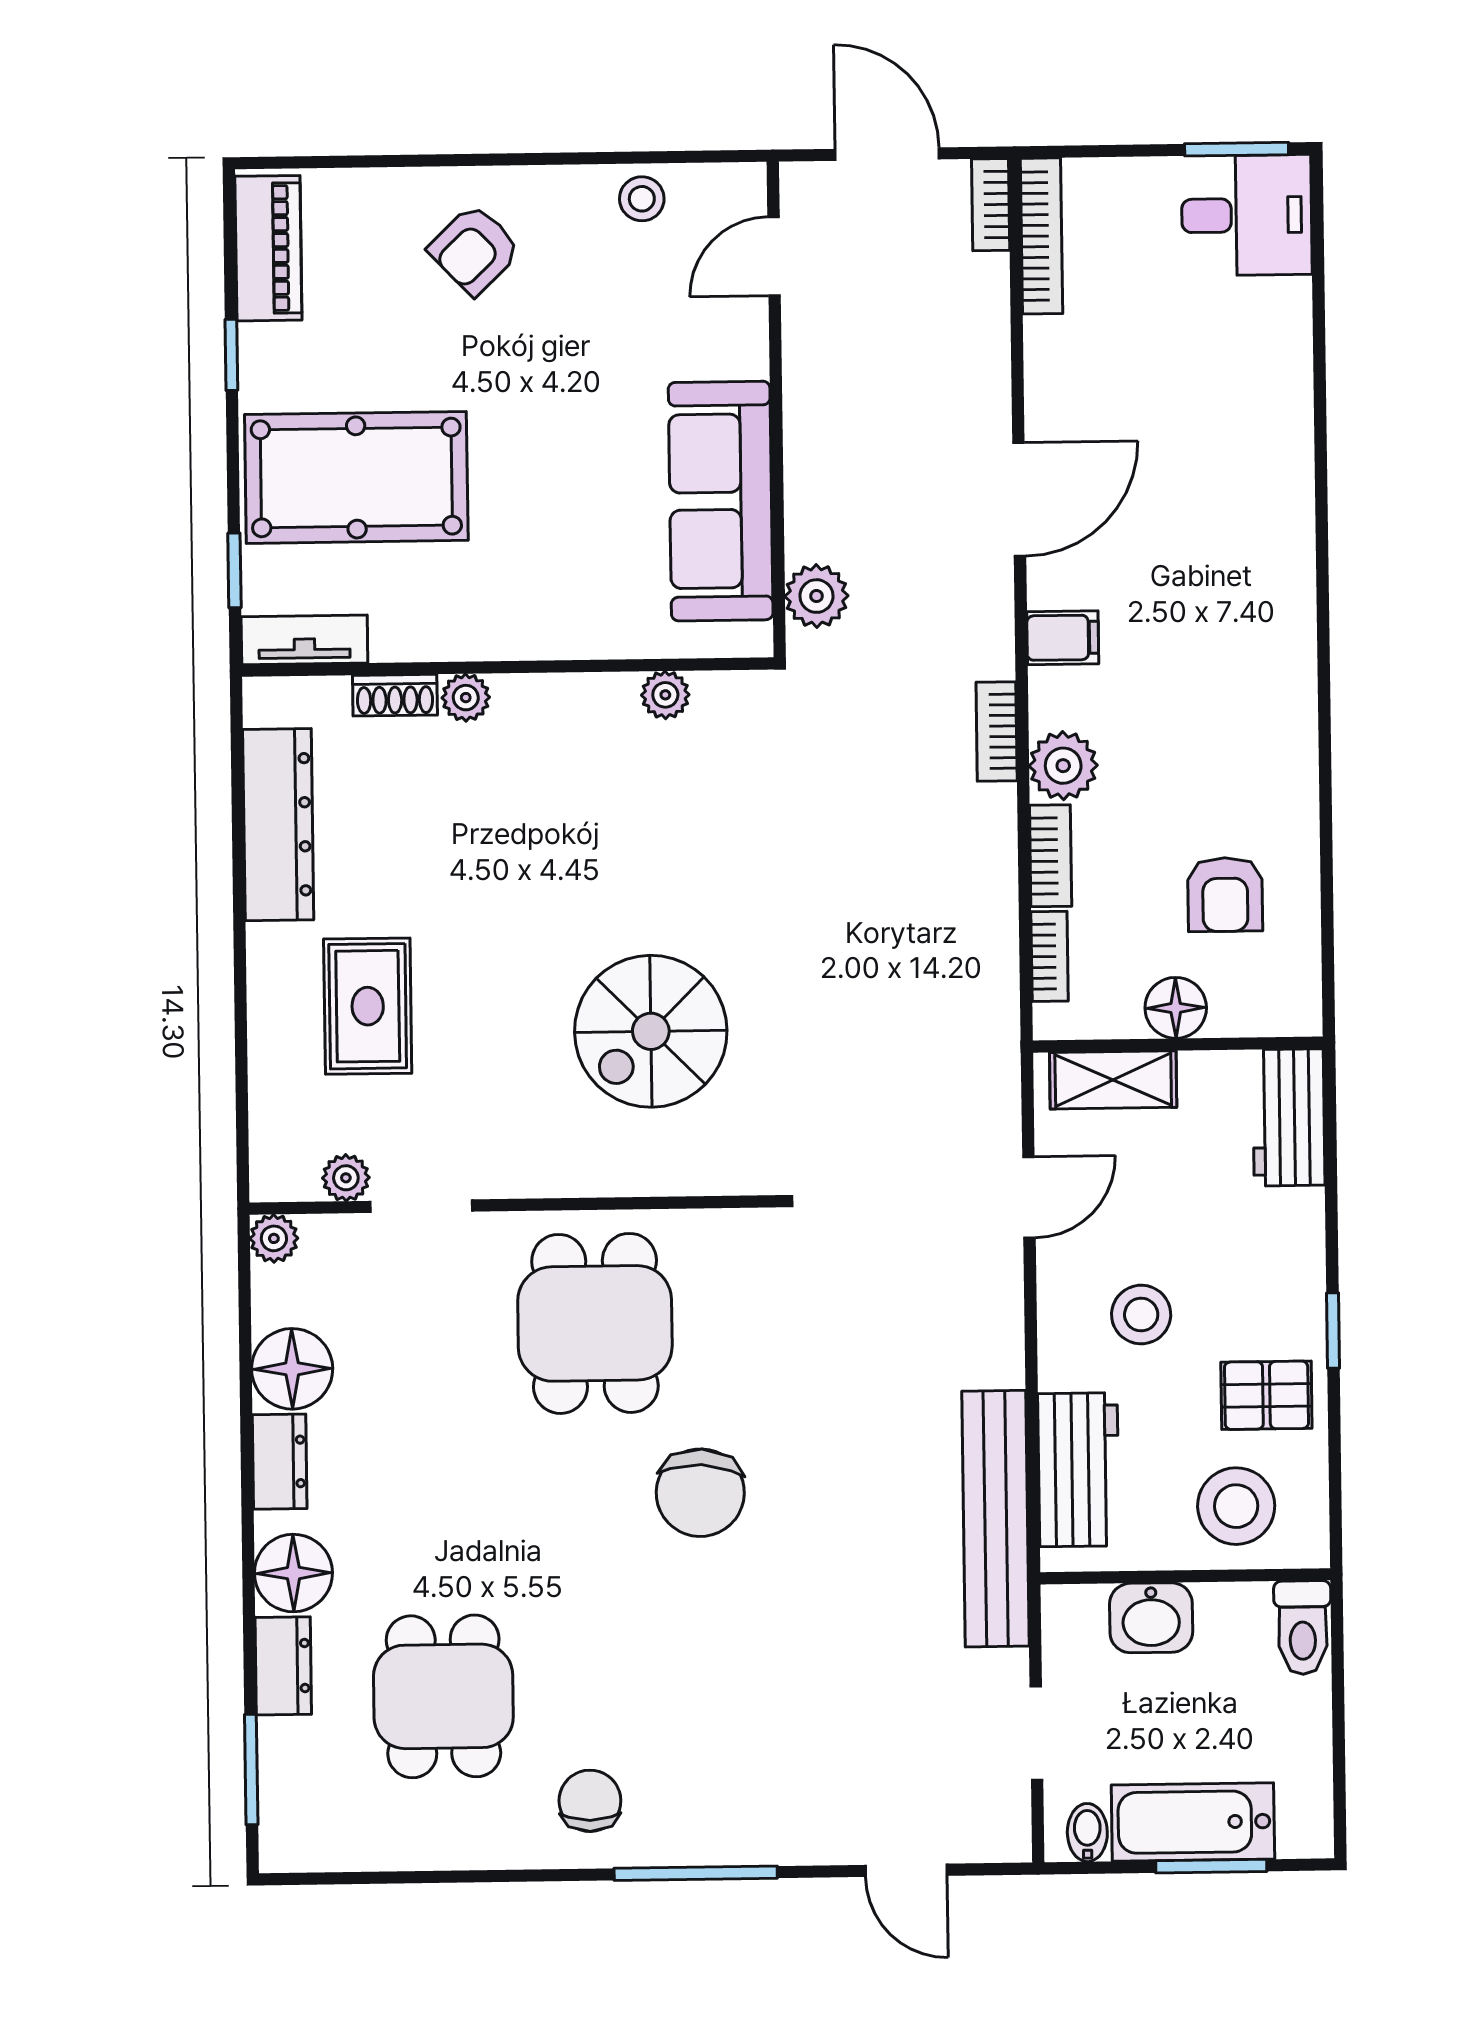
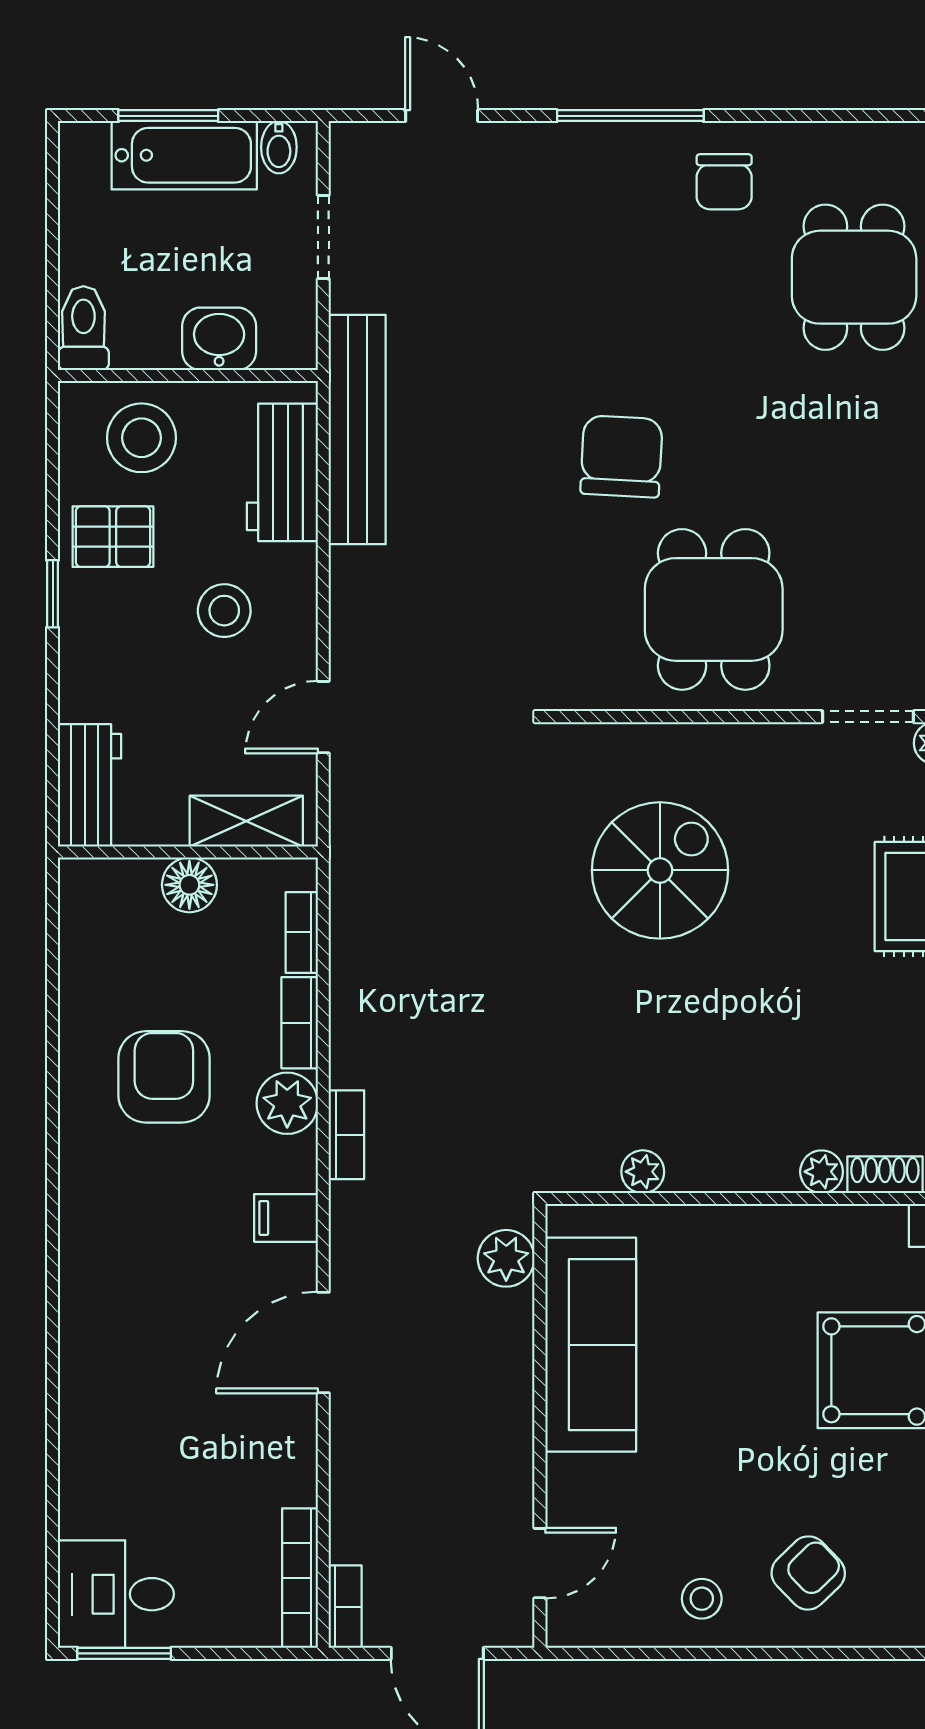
stool: (642, 199) -> (702, 1599), moved
armchair: (1225, 894) -> (164, 1077), moved, width x1.38, depth x1.38

